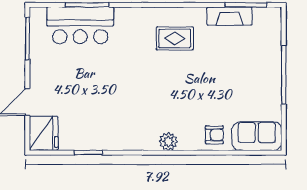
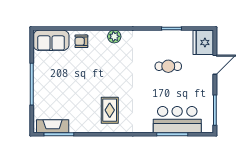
fireplace: (229, 16) -> (53, 126), moved
rug: (175, 38) -> (110, 110), turned 90
cafe table: (93, 100) -> (168, 66), added

